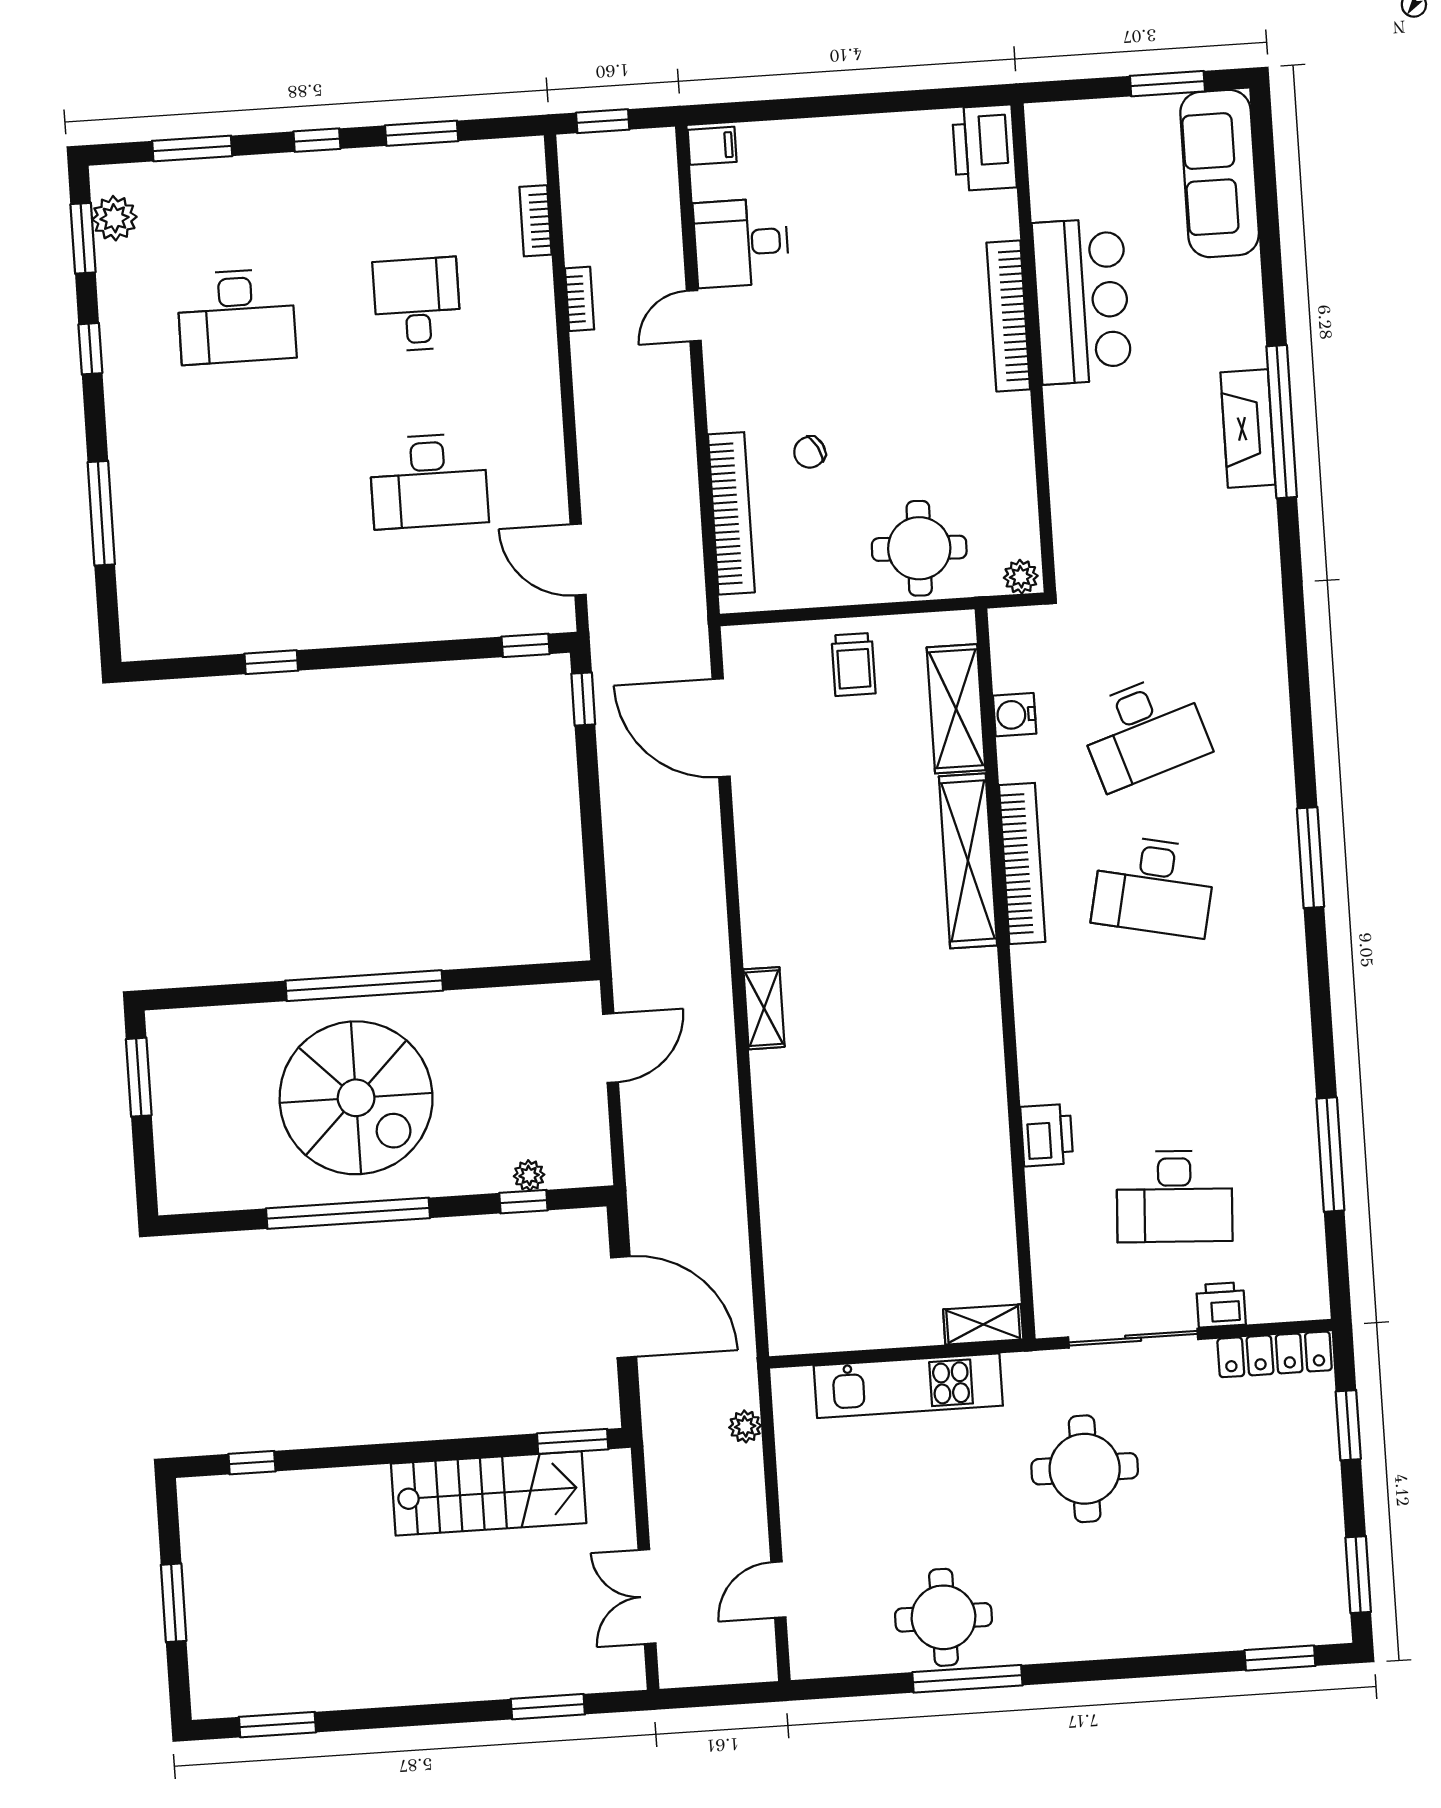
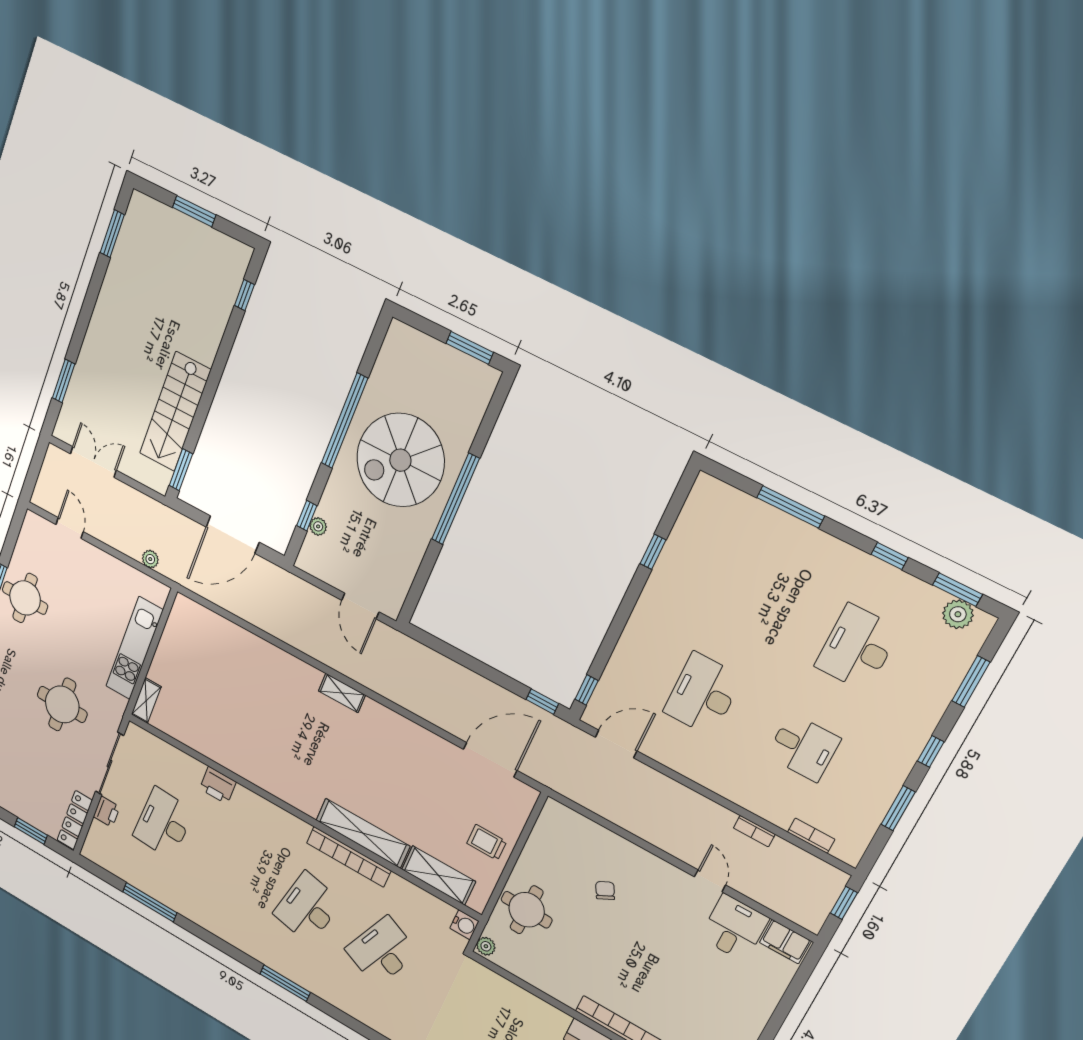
filing cabinet: (712, 146) -> (785, 942), width x2.00
bookcase: (731, 513) -> (596, 834), removed
water cooler: (1015, 715) -> (464, 925), moved, turned 90
desk: (1144, 731) -> (382, 951), turned 42

